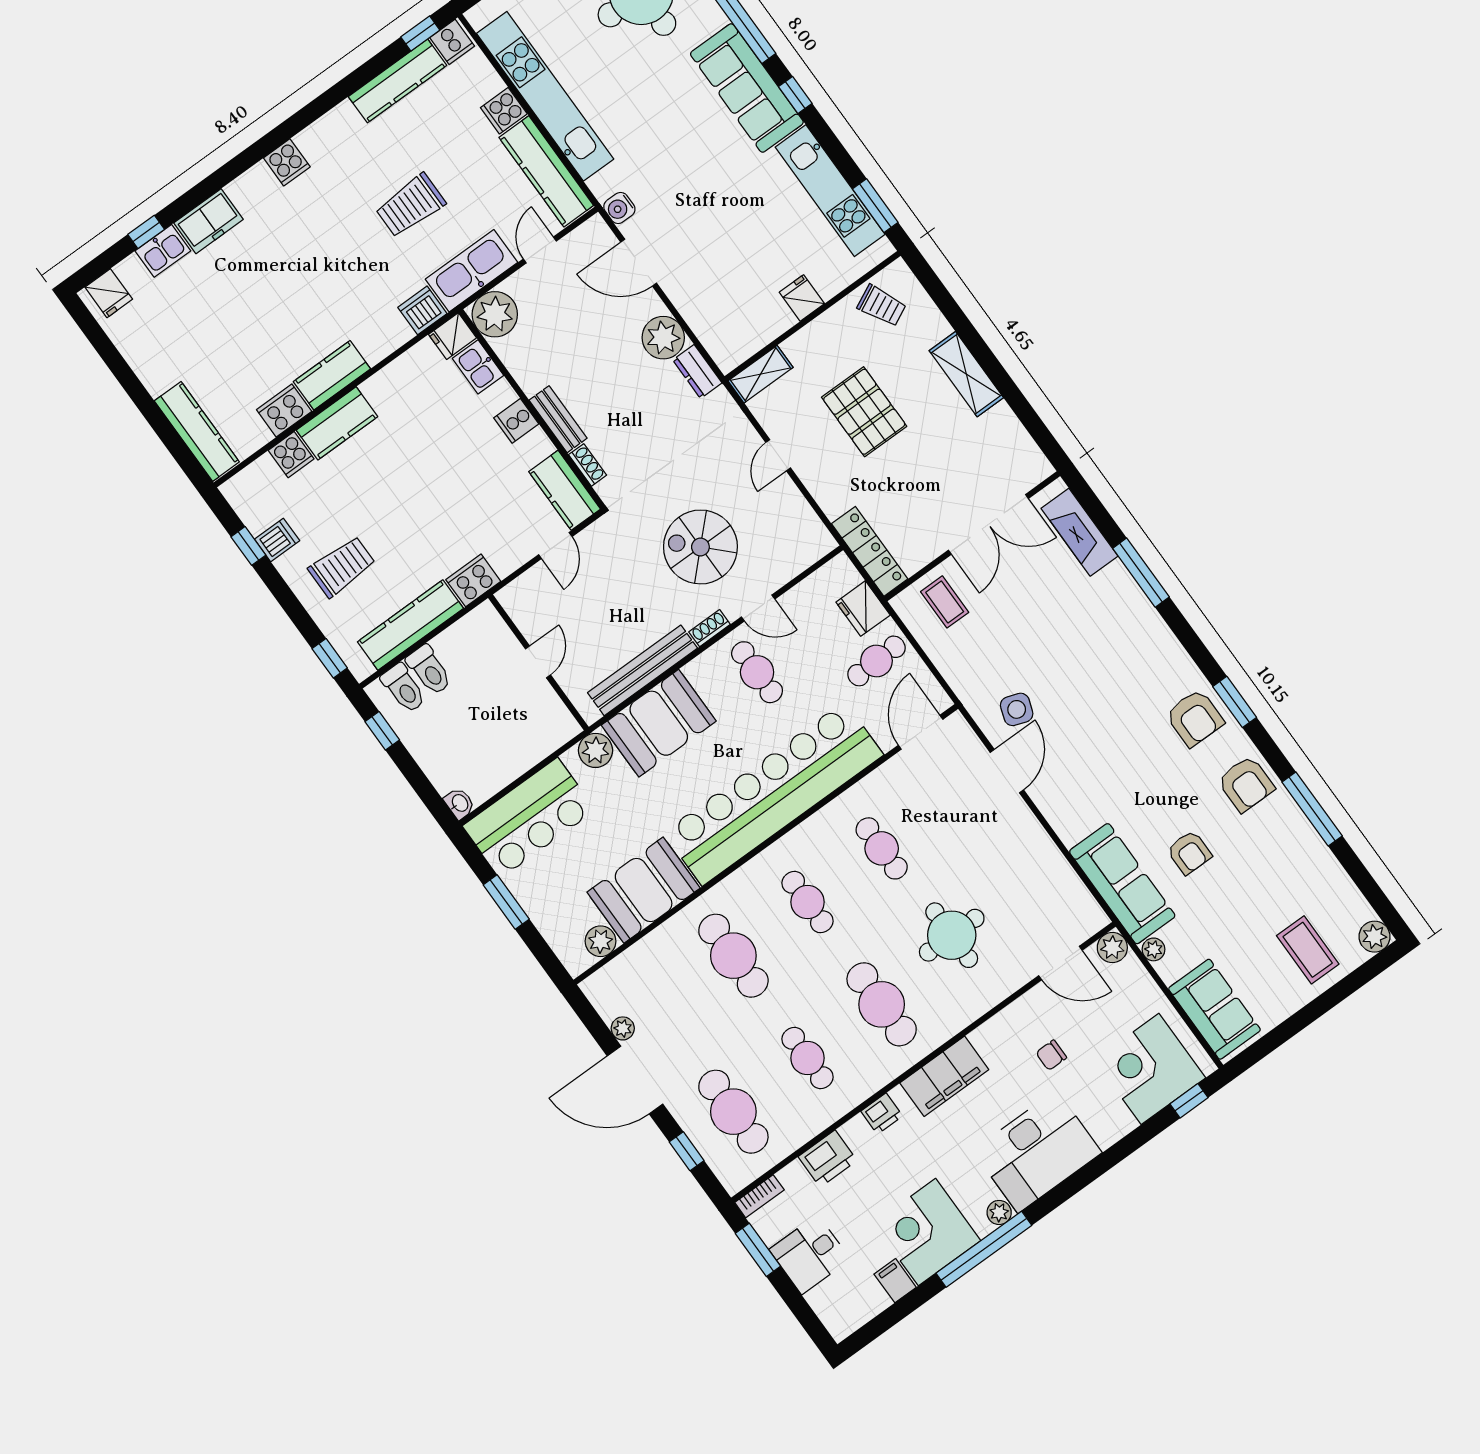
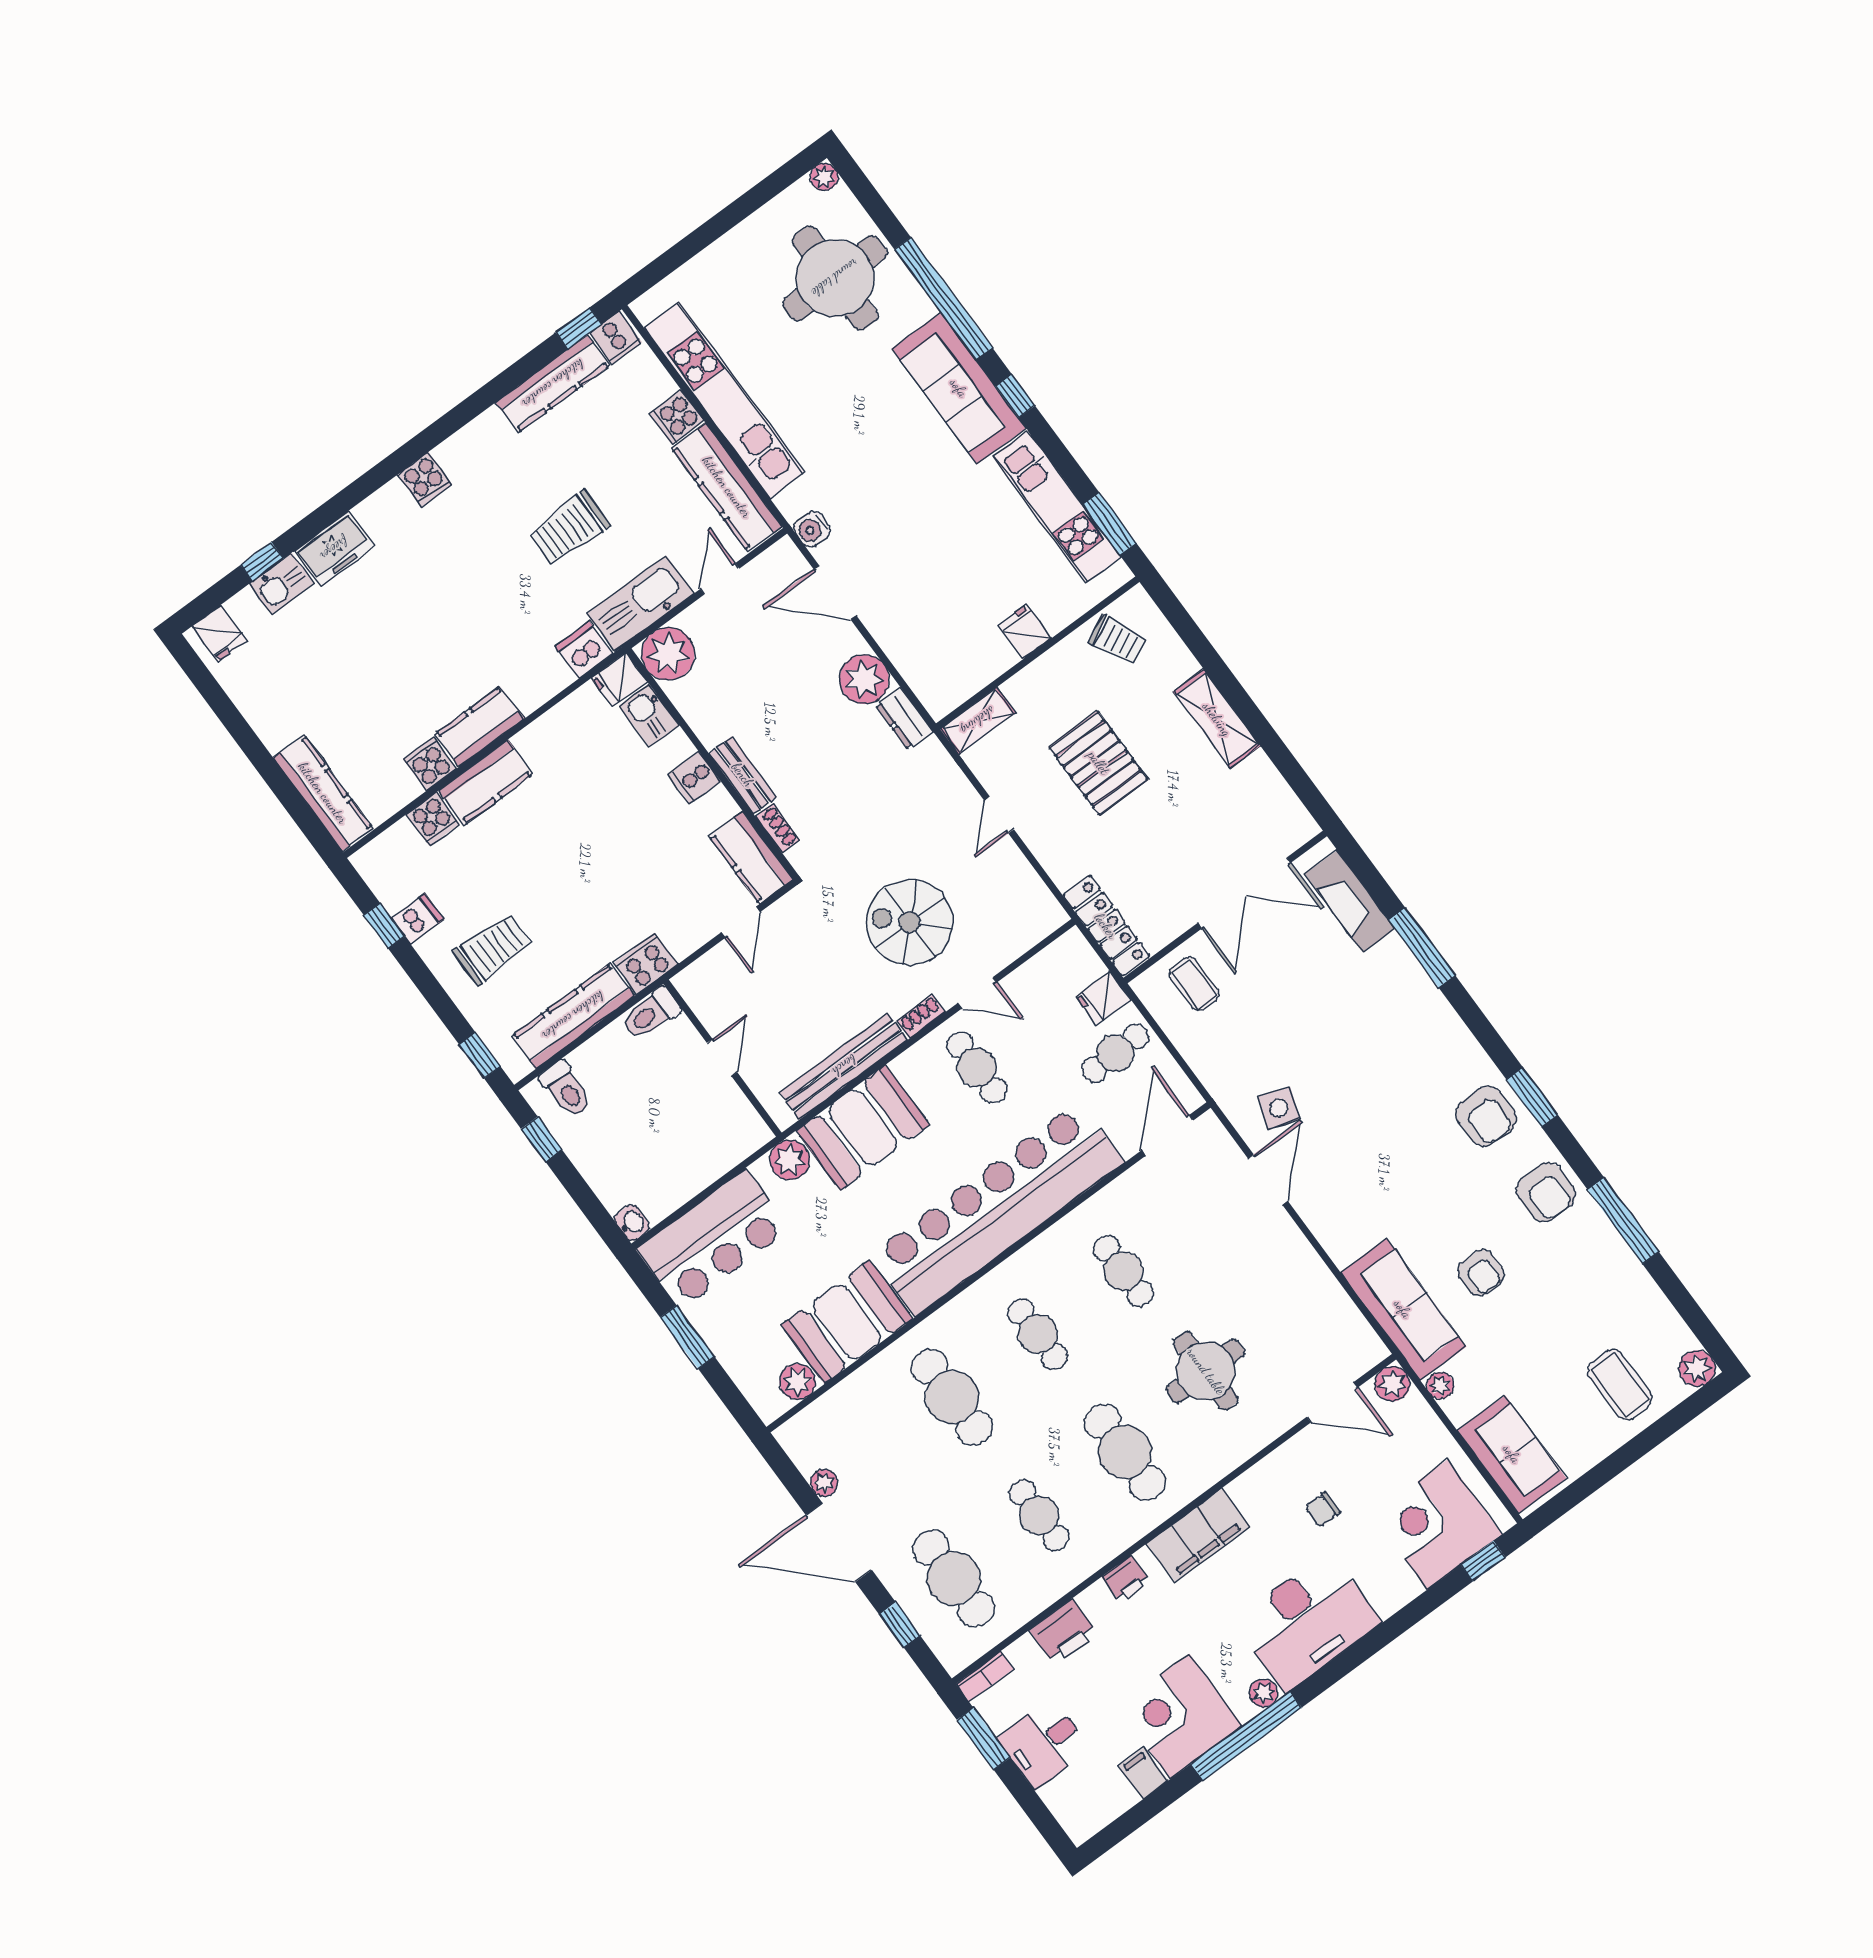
cooker: (284, 411) -> (430, 764), width x0.73
fridge: (863, 609) -> (1103, 998), width x0.72
toilet: (429, 670) -> (651, 1014), moved, turned 90

